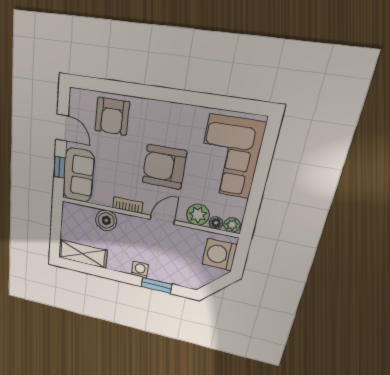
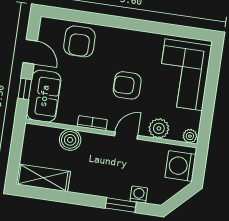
armchair: (164, 167) -> (127, 85), width x0.73, depth x0.73
floor lamp: (216, 223) -> (176, 135), removed
washing machine: (140, 270) -> (139, 194), moved

